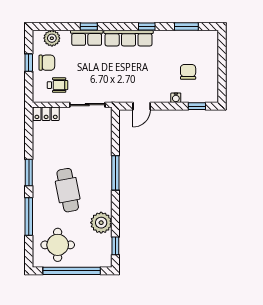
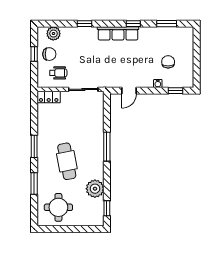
row of seats: (87, 38) -> (83, 33), removed
window: (29, 217) -> (34, 184), width x0.69
window: (72, 271) -> (70, 229), removed

